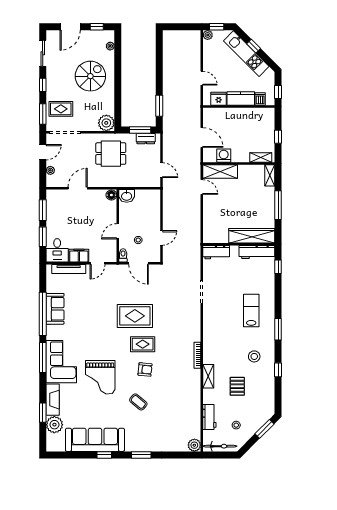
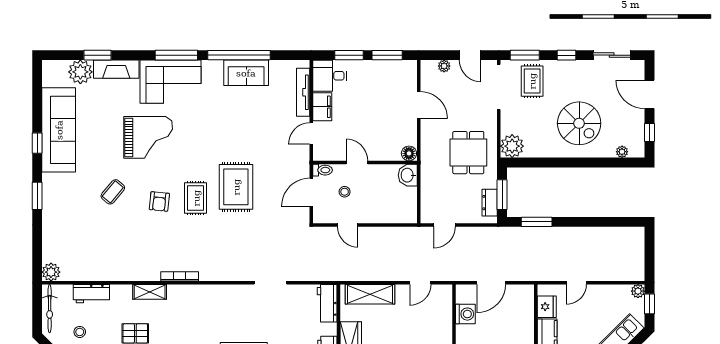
shelving: (220, 172) -> (370, 294), moved, turned 90
door: (97, 263) -> (311, 133), hinge flipped
grand piano: (100, 377) -> (148, 137), turned 180

